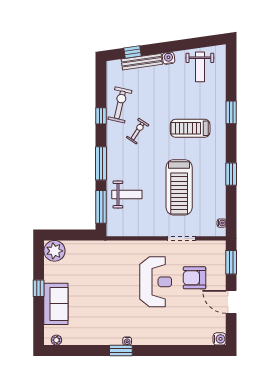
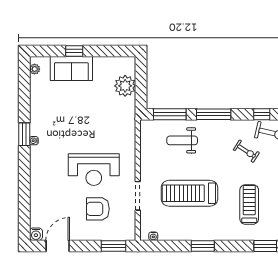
weight bench: (127, 195) -> (182, 140), turned 90
plant: (54, 251) -> (125, 86), moved
armchair: (195, 278) -> (98, 209), turned -90
window: (39, 288) -> (74, 51), moved
door: (231, 302) -> (58, 246), moved

